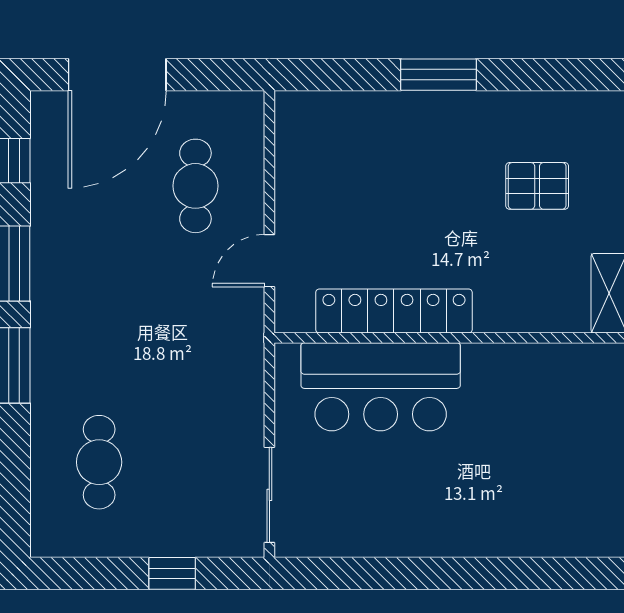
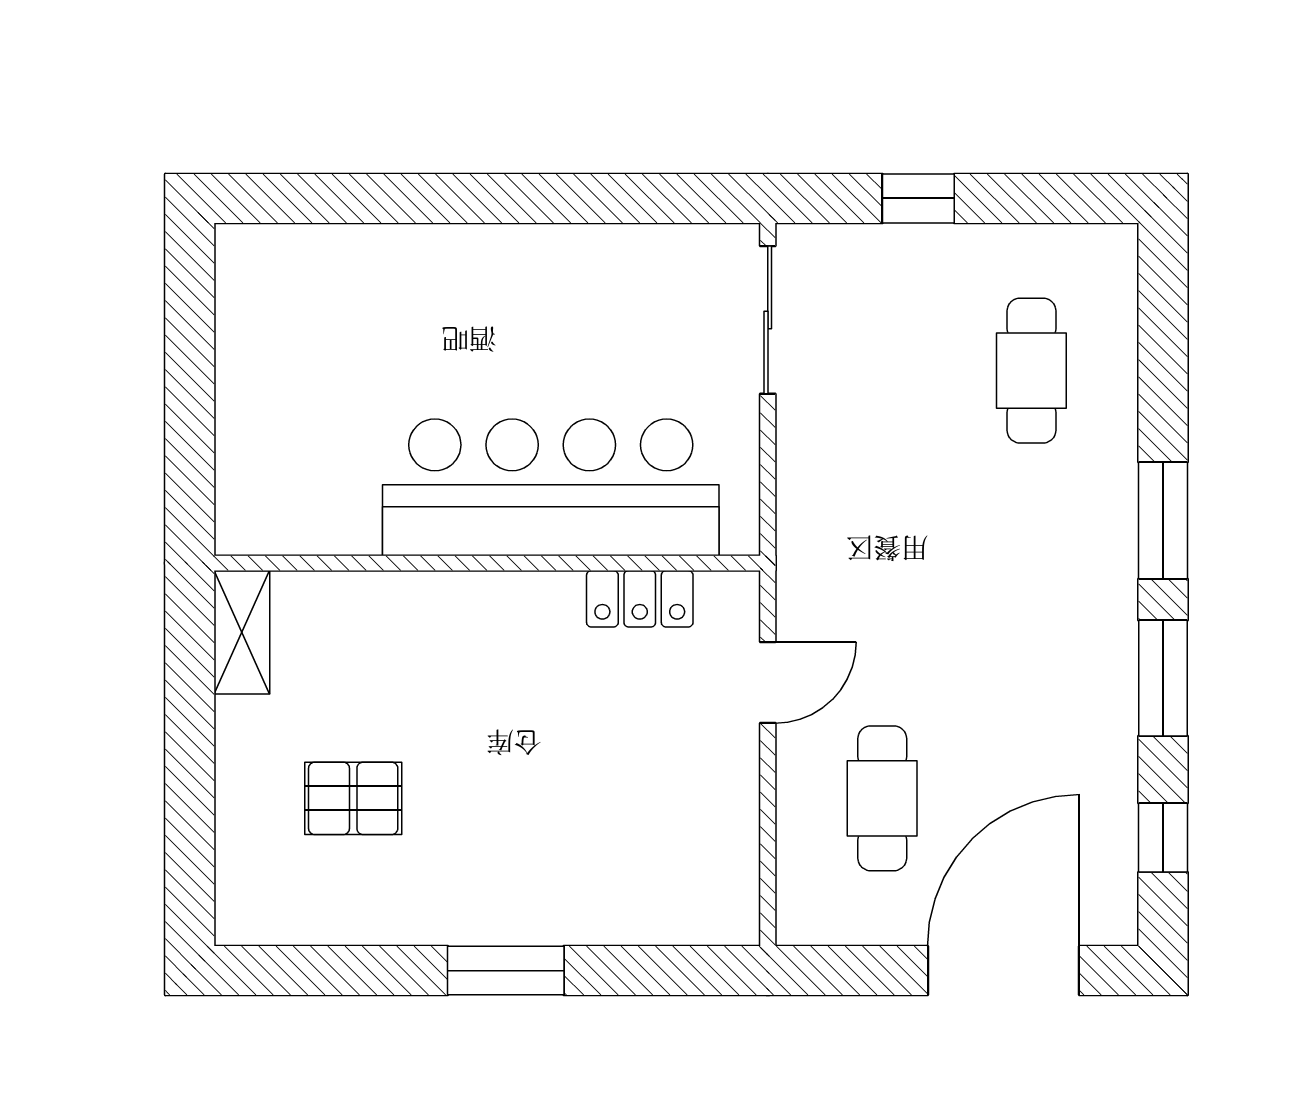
locker: (394, 311) -> (640, 599), width x0.46, depth x0.83
bar counter: (381, 387) -> (551, 487), width x1.36

